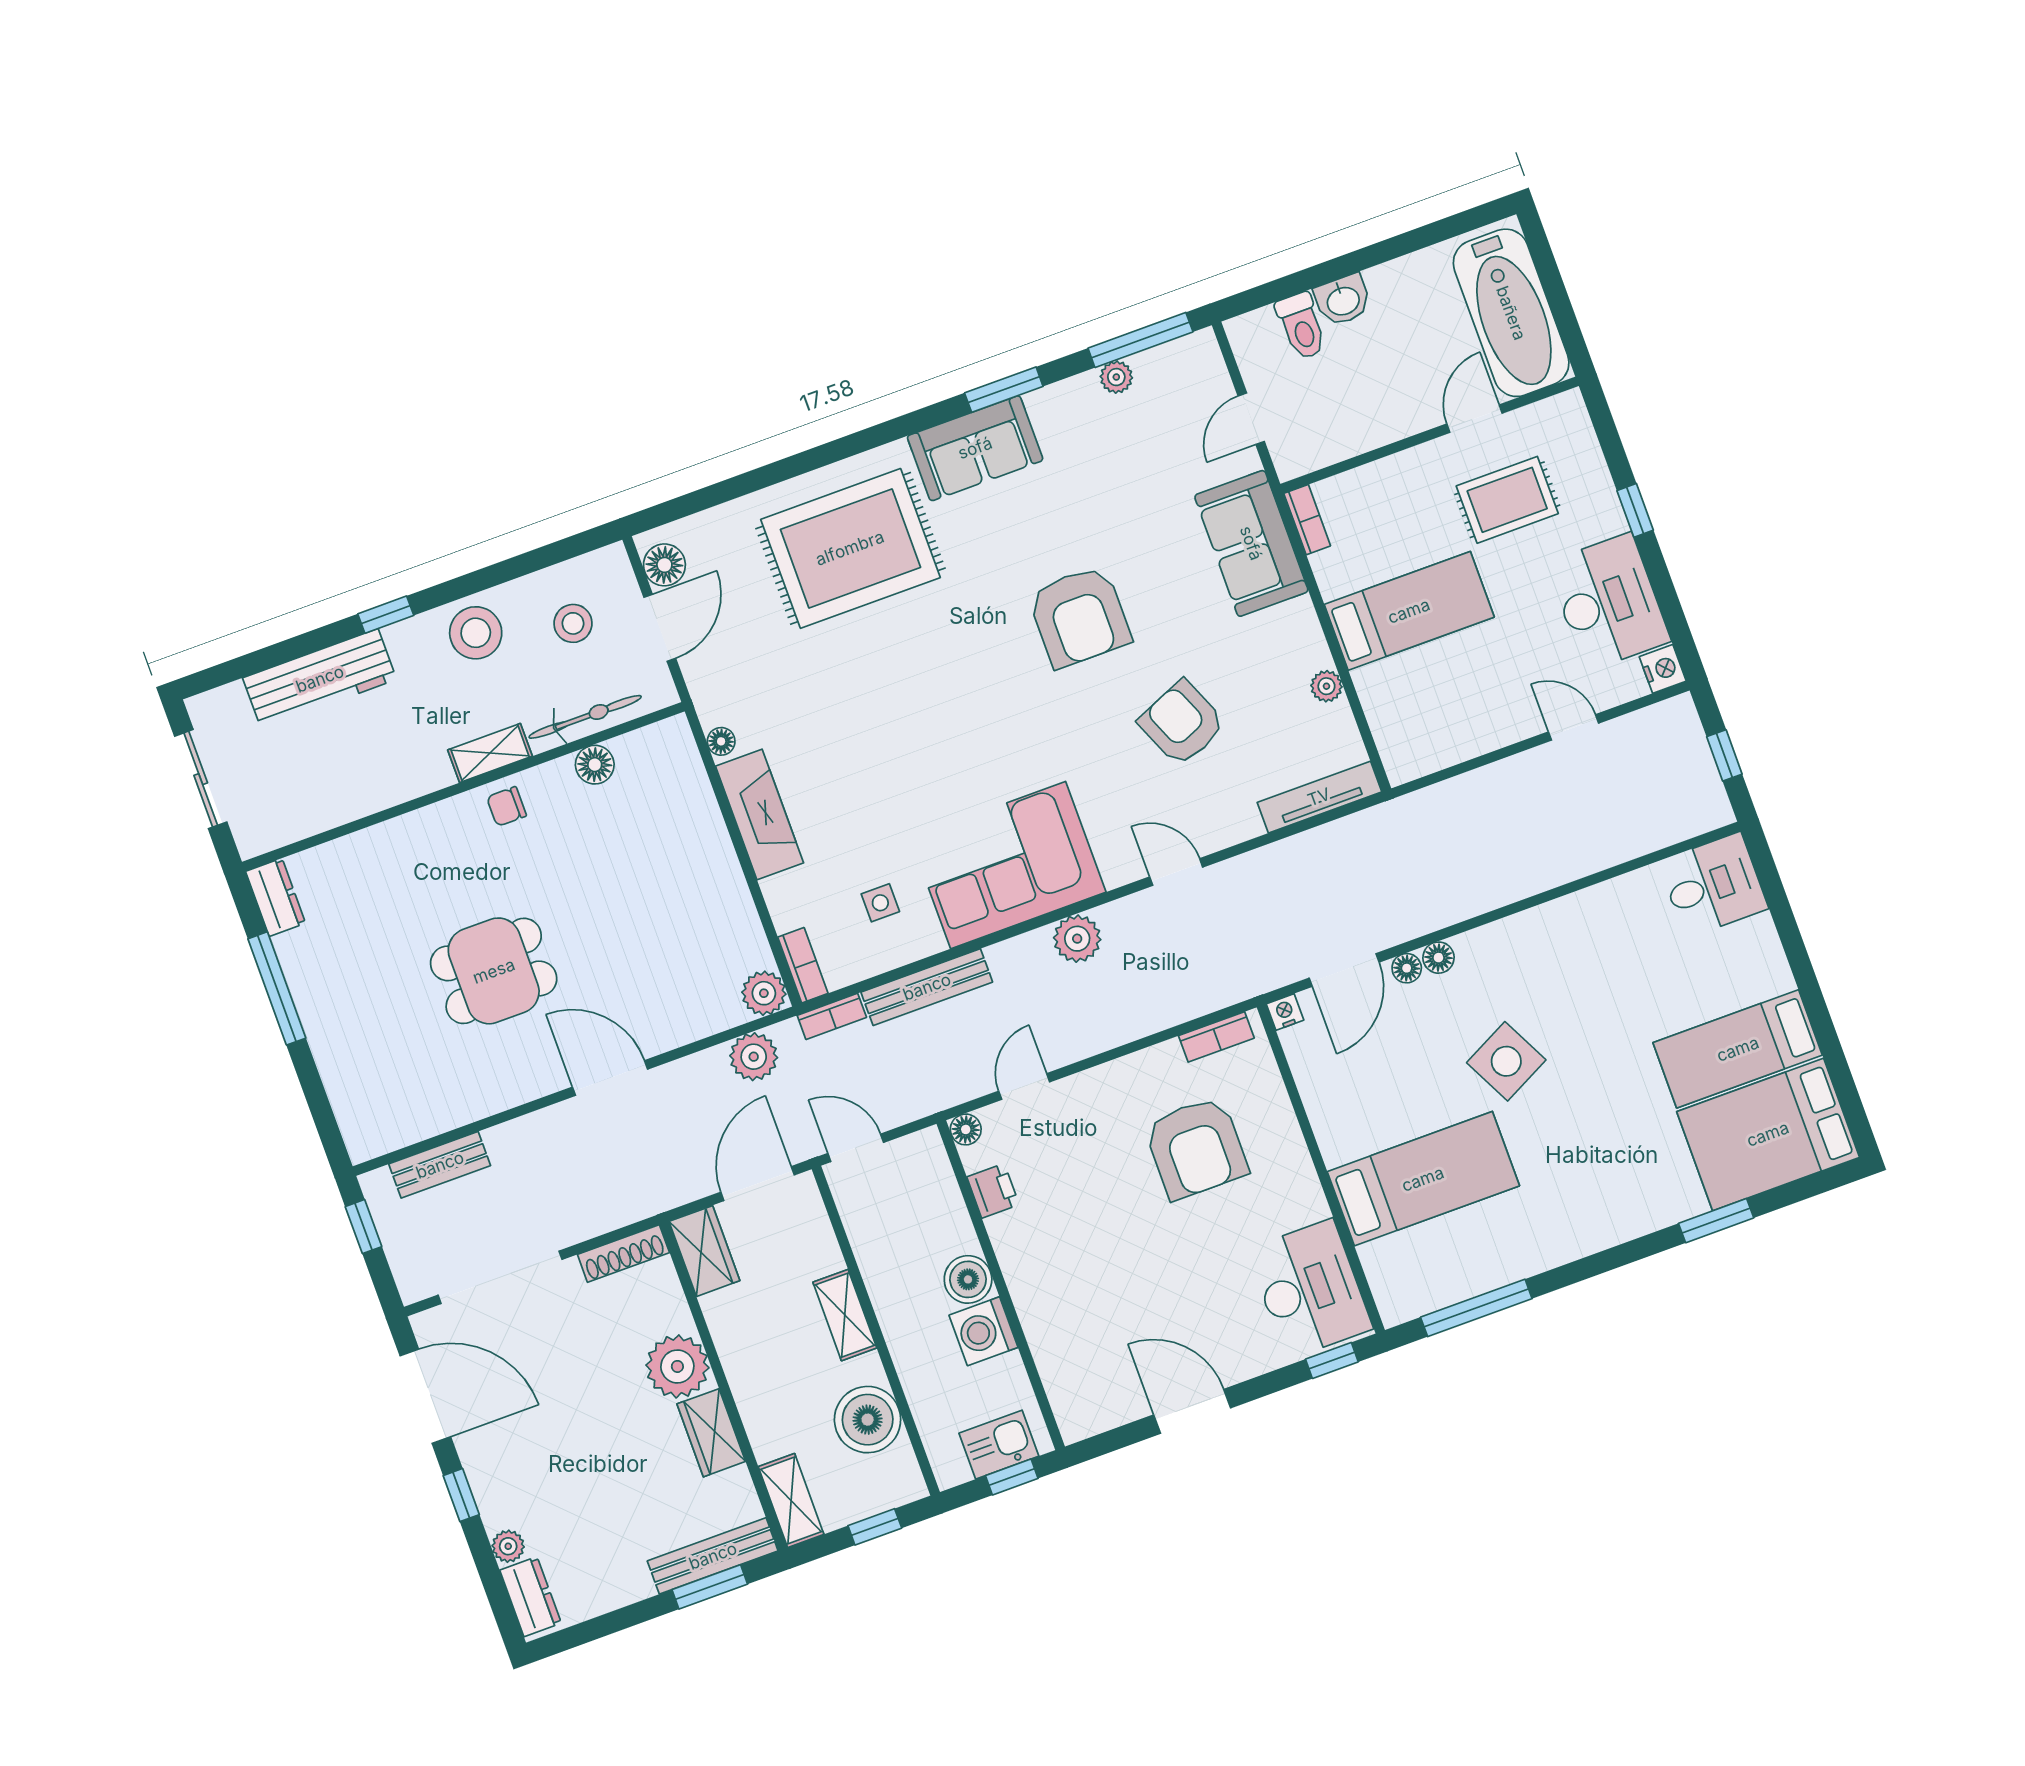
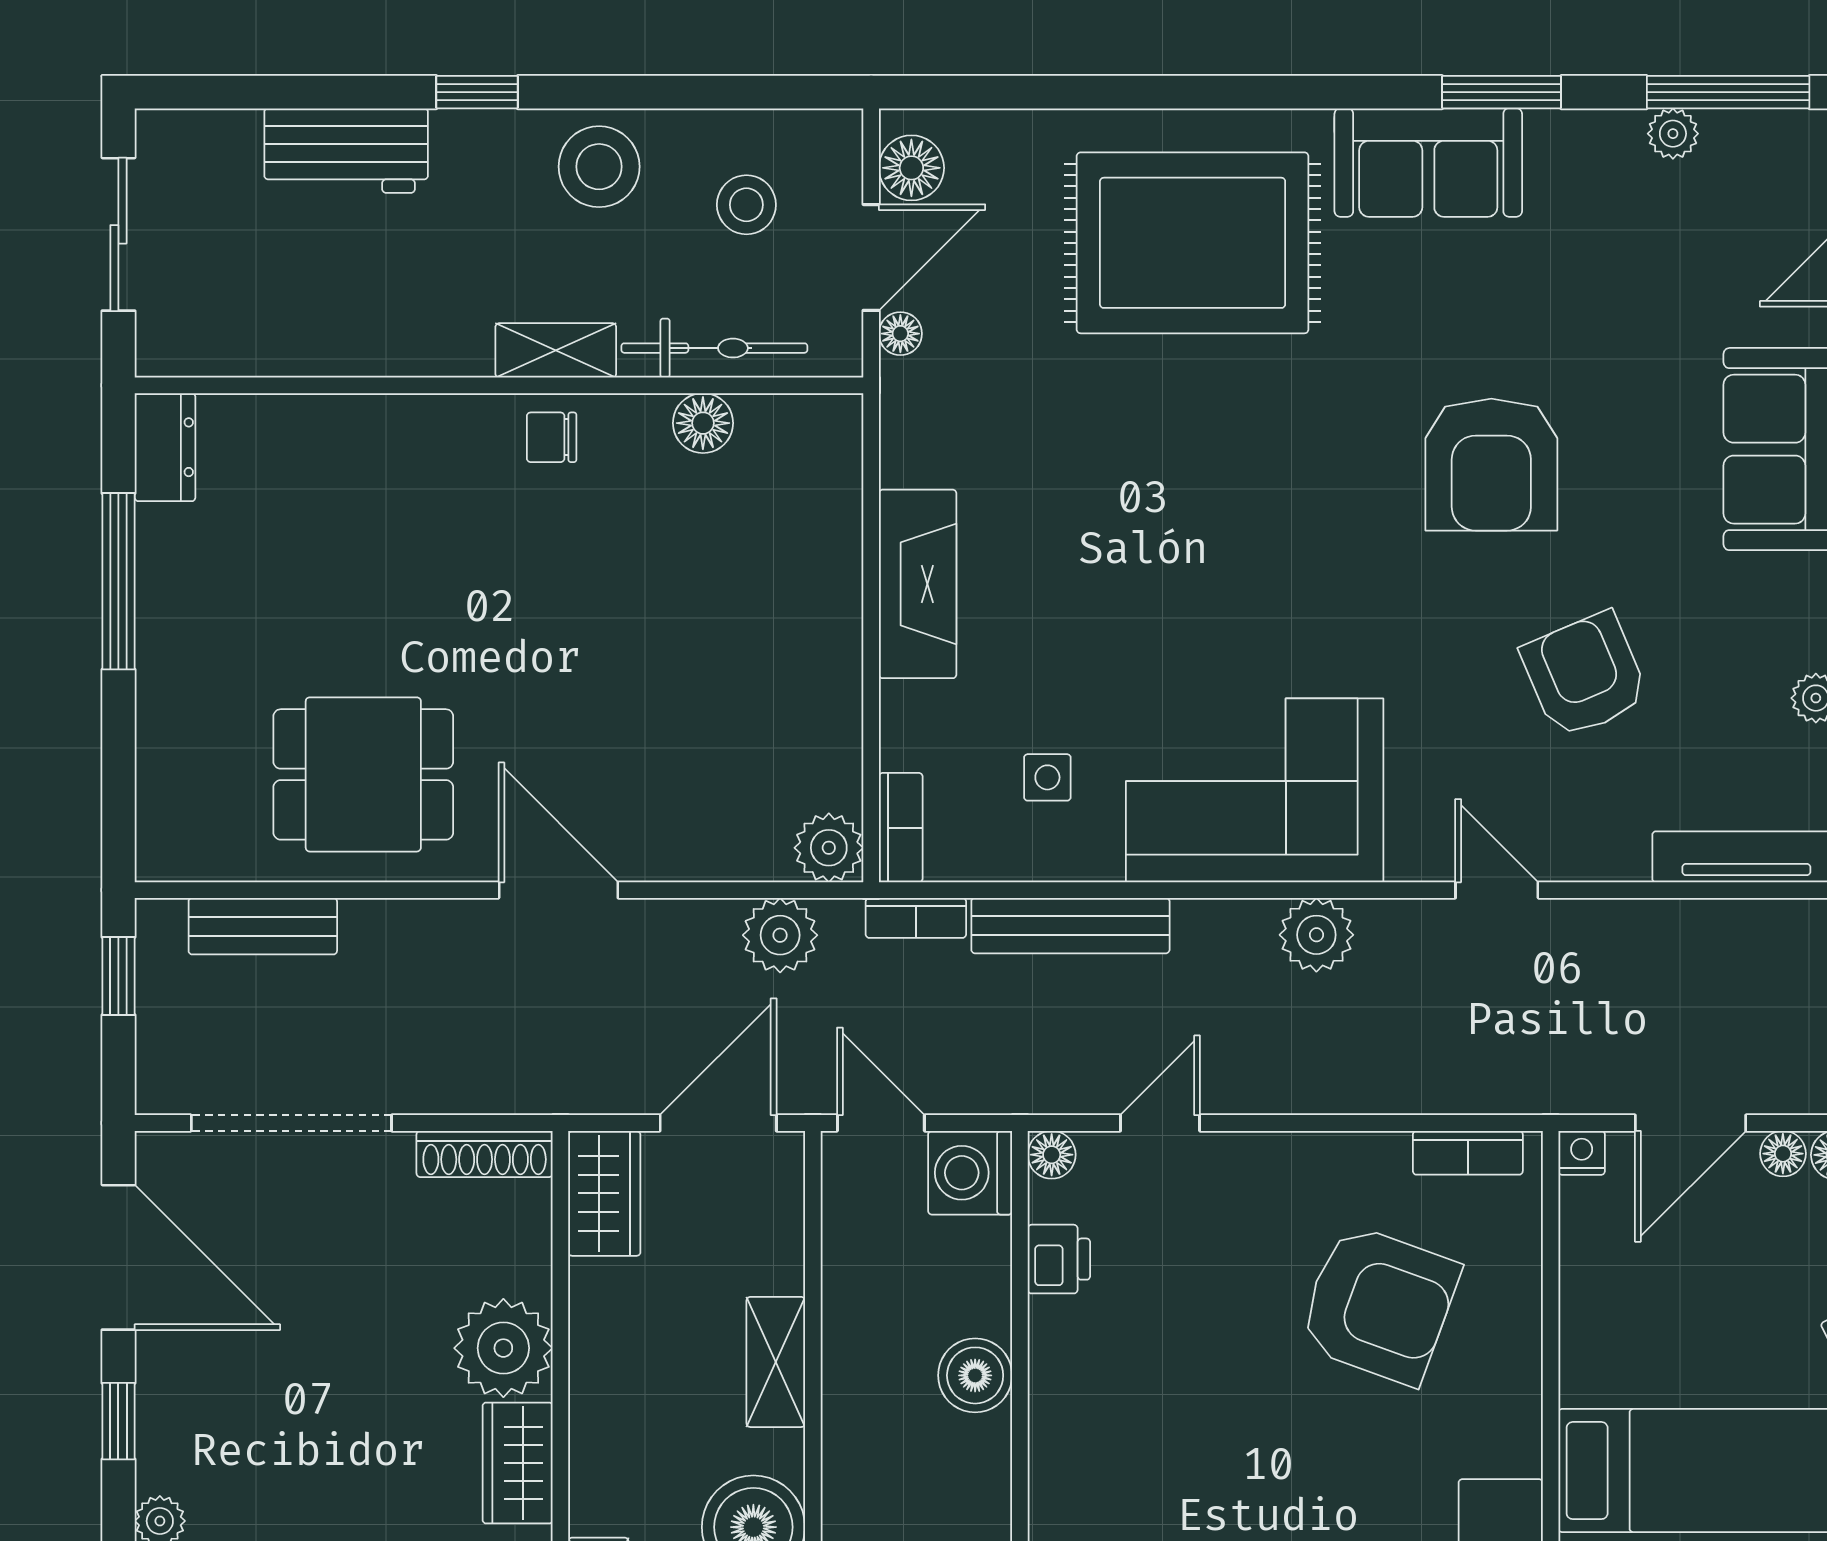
workbench: (320, 679) -> (346, 151), width x0.73
floor lamp: (721, 741) -> (900, 334), moved
dining table: (494, 971) -> (363, 774), moved
armchair: (1196, 1148) -> (1379, 1304), turned -70
washing machine: (984, 1331) -> (970, 1173), moved

